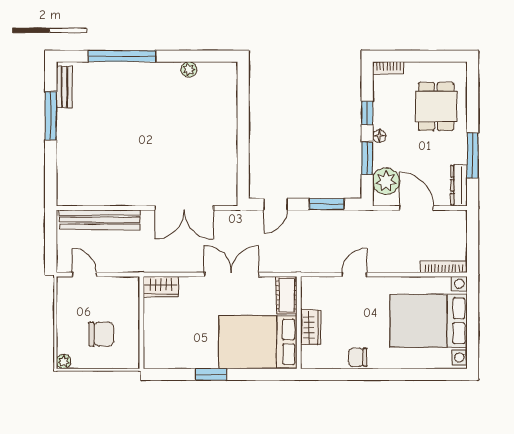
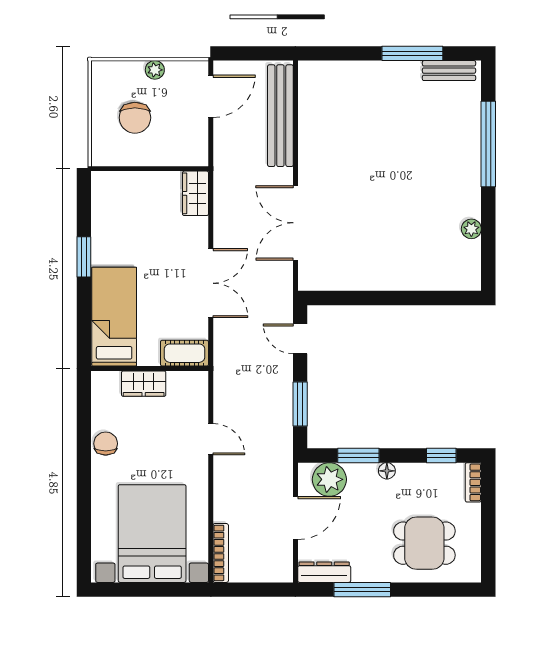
window: (367, 113) -> (441, 456), moved
door: (84, 275) -> (211, 96), width x1.38
bed: (258, 342) -> (114, 317), width x0.67
plant: (64, 361) -> (155, 70), moved

